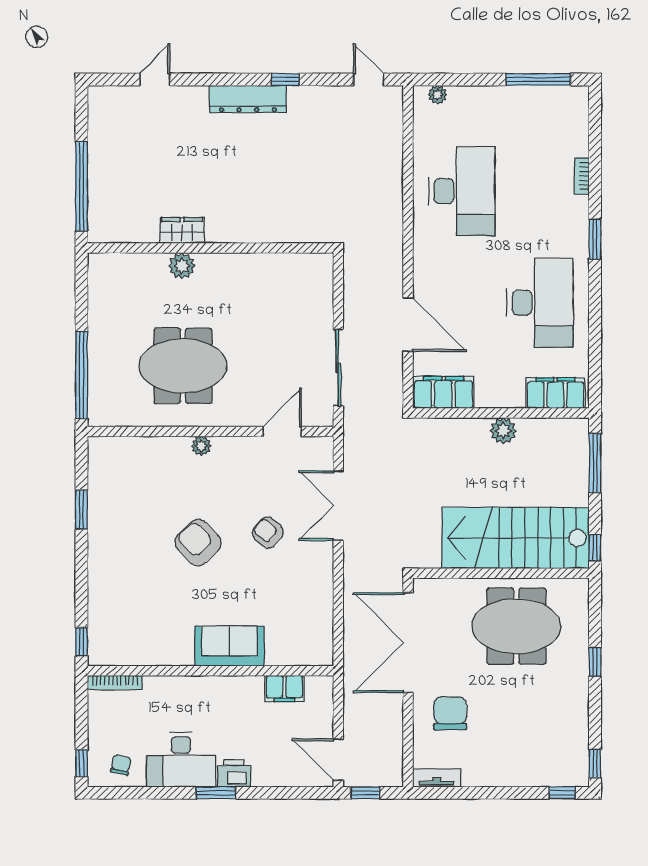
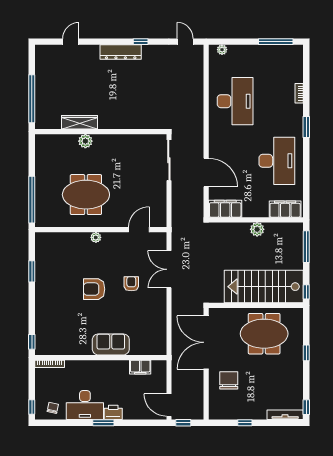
wardrobe: (182, 230) -> (80, 122), width x1.50
sliding door: (338, 368) -> (169, 160), moved
armchair: (268, 533) -> (131, 284), turned 49
armchair: (198, 543) -> (94, 289), turned -46
tv unit: (437, 778) -> (285, 415), moved, width x1.41
window: (562, 793) -> (245, 423), moved

